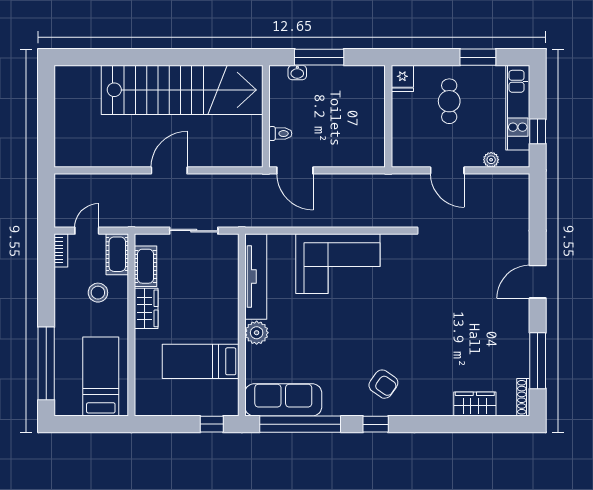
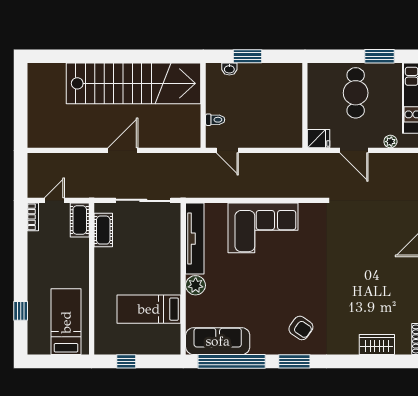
window: (319, 57) -> (248, 56), width x0.69
fridge: (402, 78) -> (318, 139), moved, turned -90
cafe table: (449, 101) -> (356, 93), width x1.37, depth x1.35
door: (295, 170) -> (227, 150), width x0.73
sliding door: (194, 231) -> (143, 200), width x1.37
stool: (98, 293) -> (64, 252), removed
wardrobe: (146, 308) -> (104, 265), removed
window: (46, 363) -> (21, 311), width x0.32
window: (212, 424) -> (126, 361), moved
window: (376, 424) -> (294, 361), width x1.50

